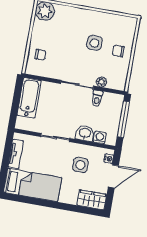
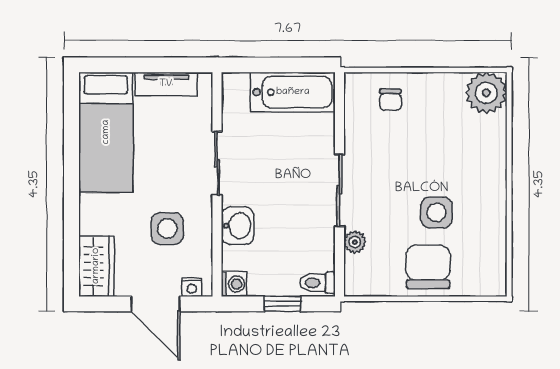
chair: (118, 51) -> (428, 267), width x1.87, depth x1.87
toilet: (97, 98) -> (317, 283), moved
window: (123, 119) -> (282, 304), width x0.46
washing machine: (100, 138) -> (234, 284), moved

